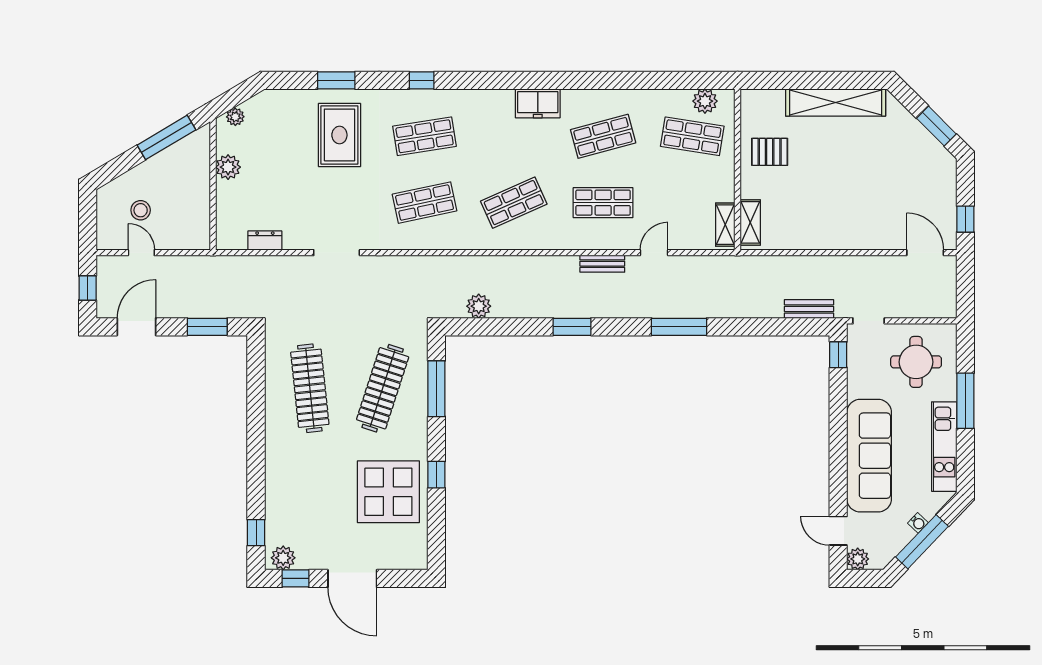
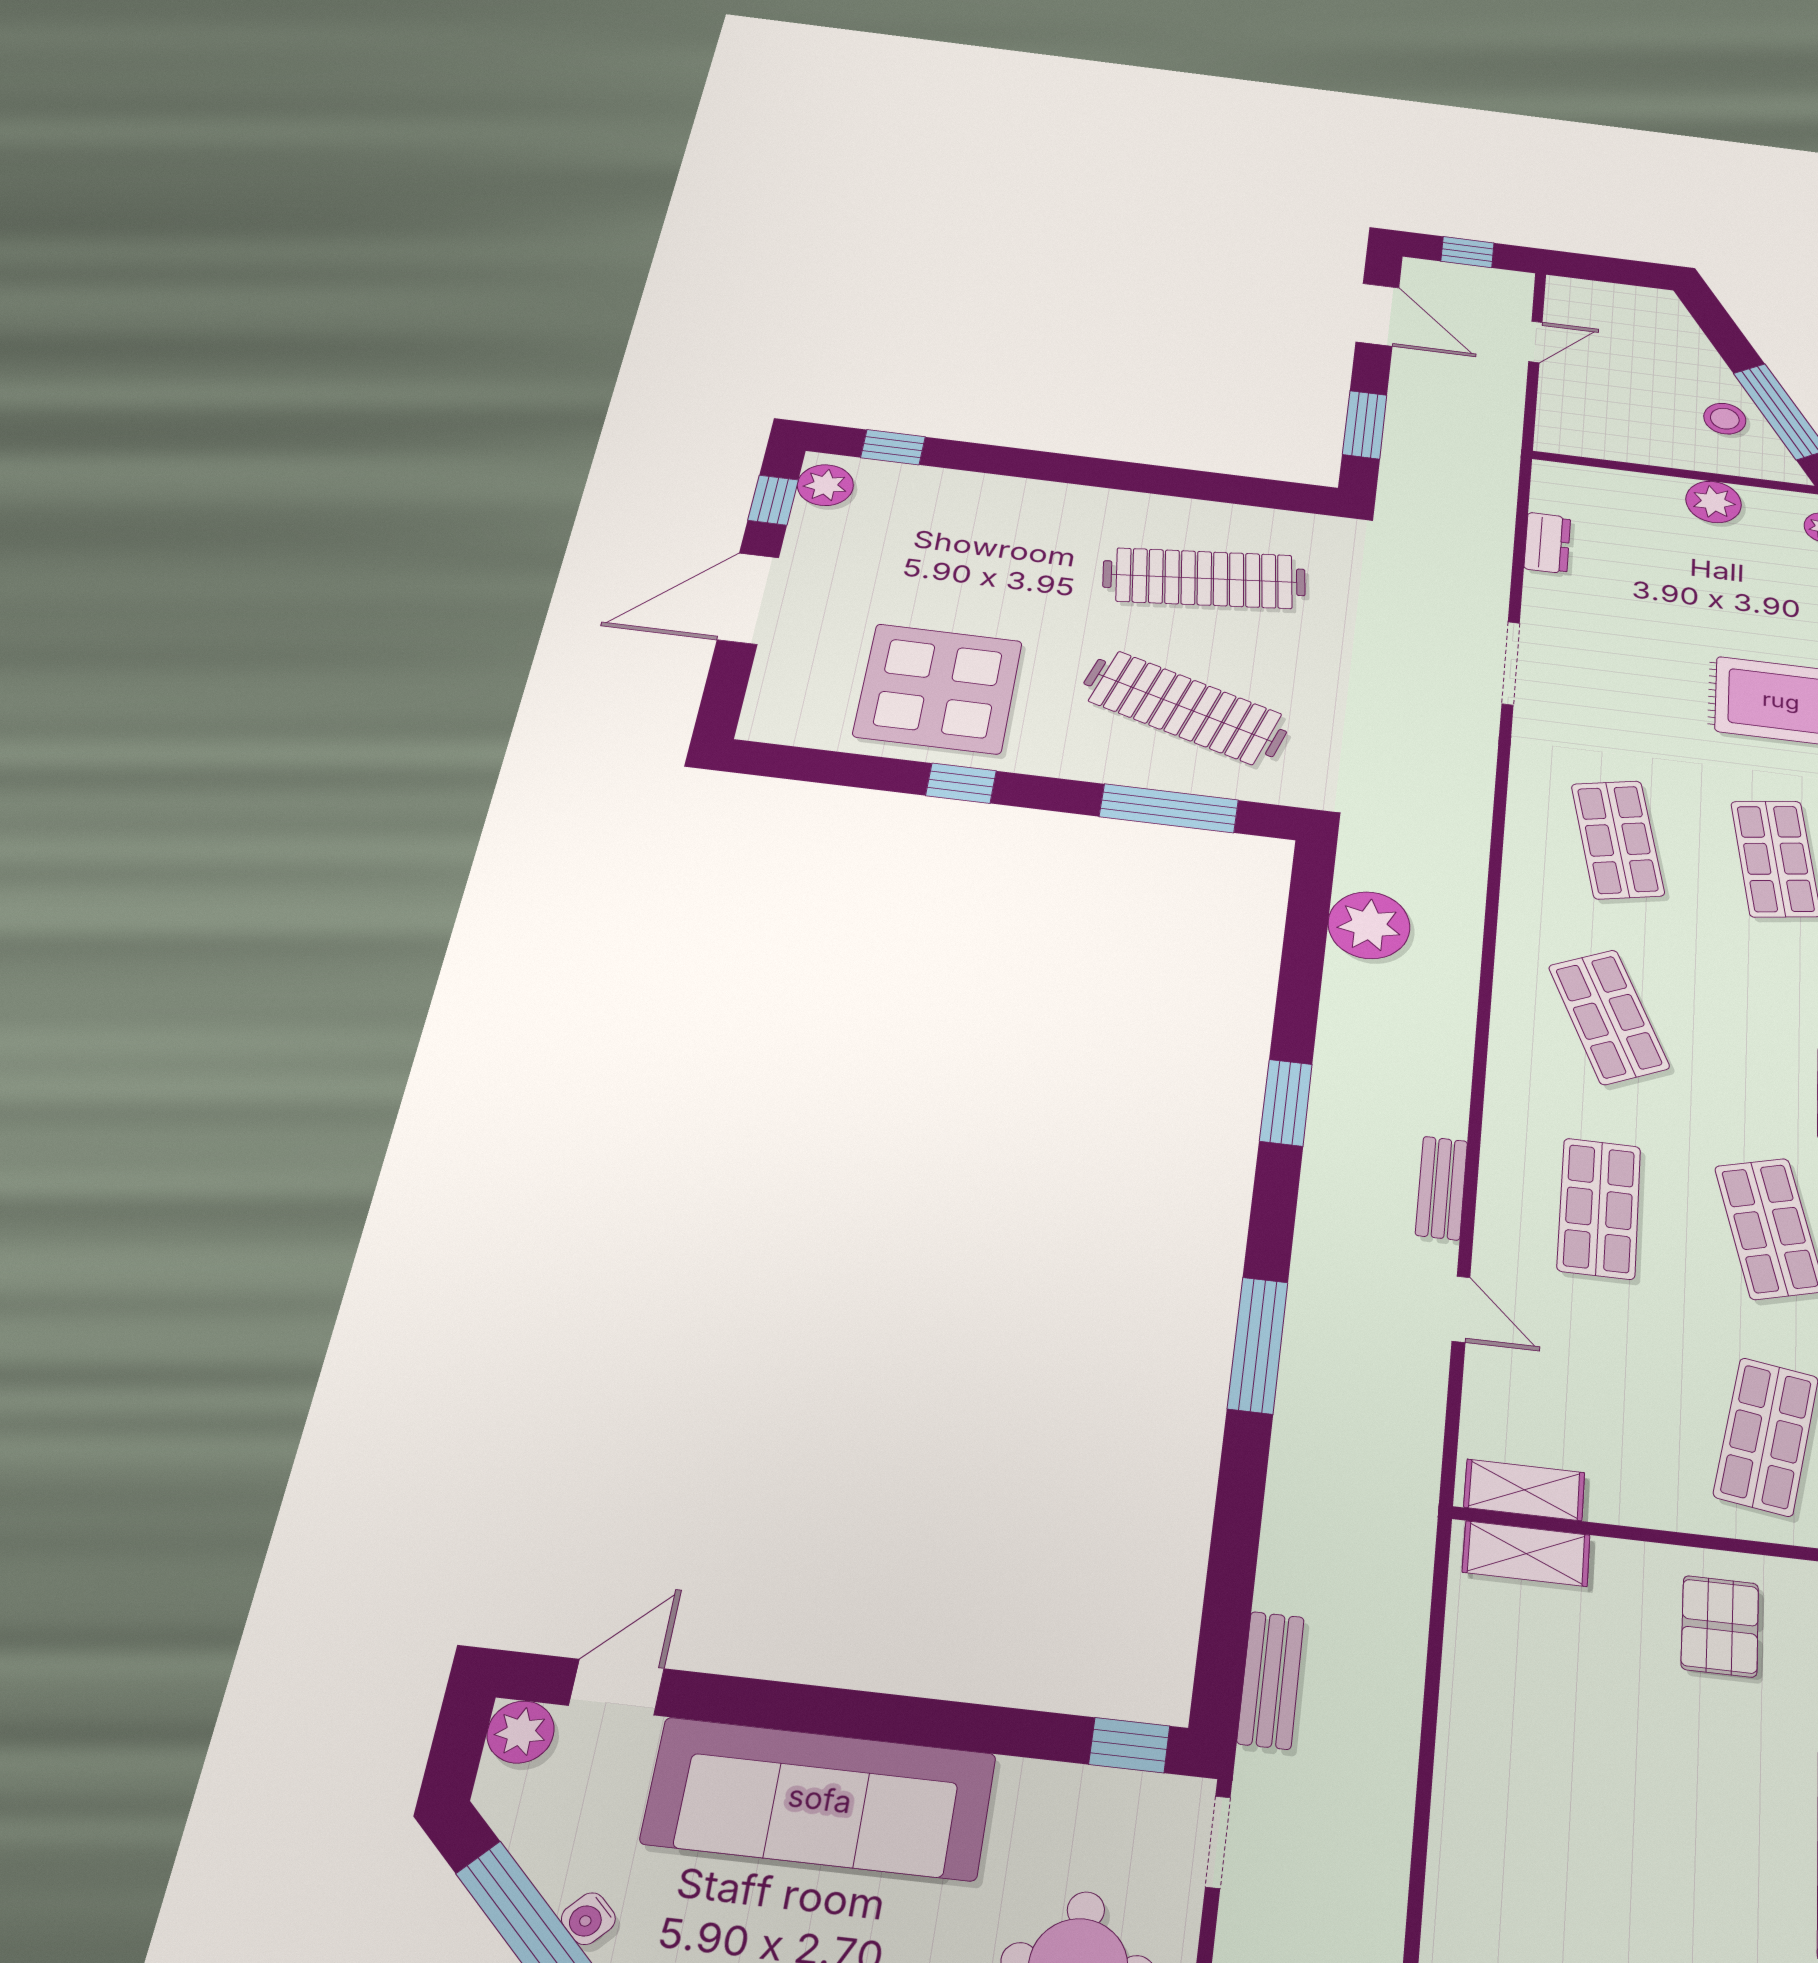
stool: (141, 210) -> (1725, 419), moved
plant: (479, 306) -> (1369, 925), width x1.36, depth x1.36

